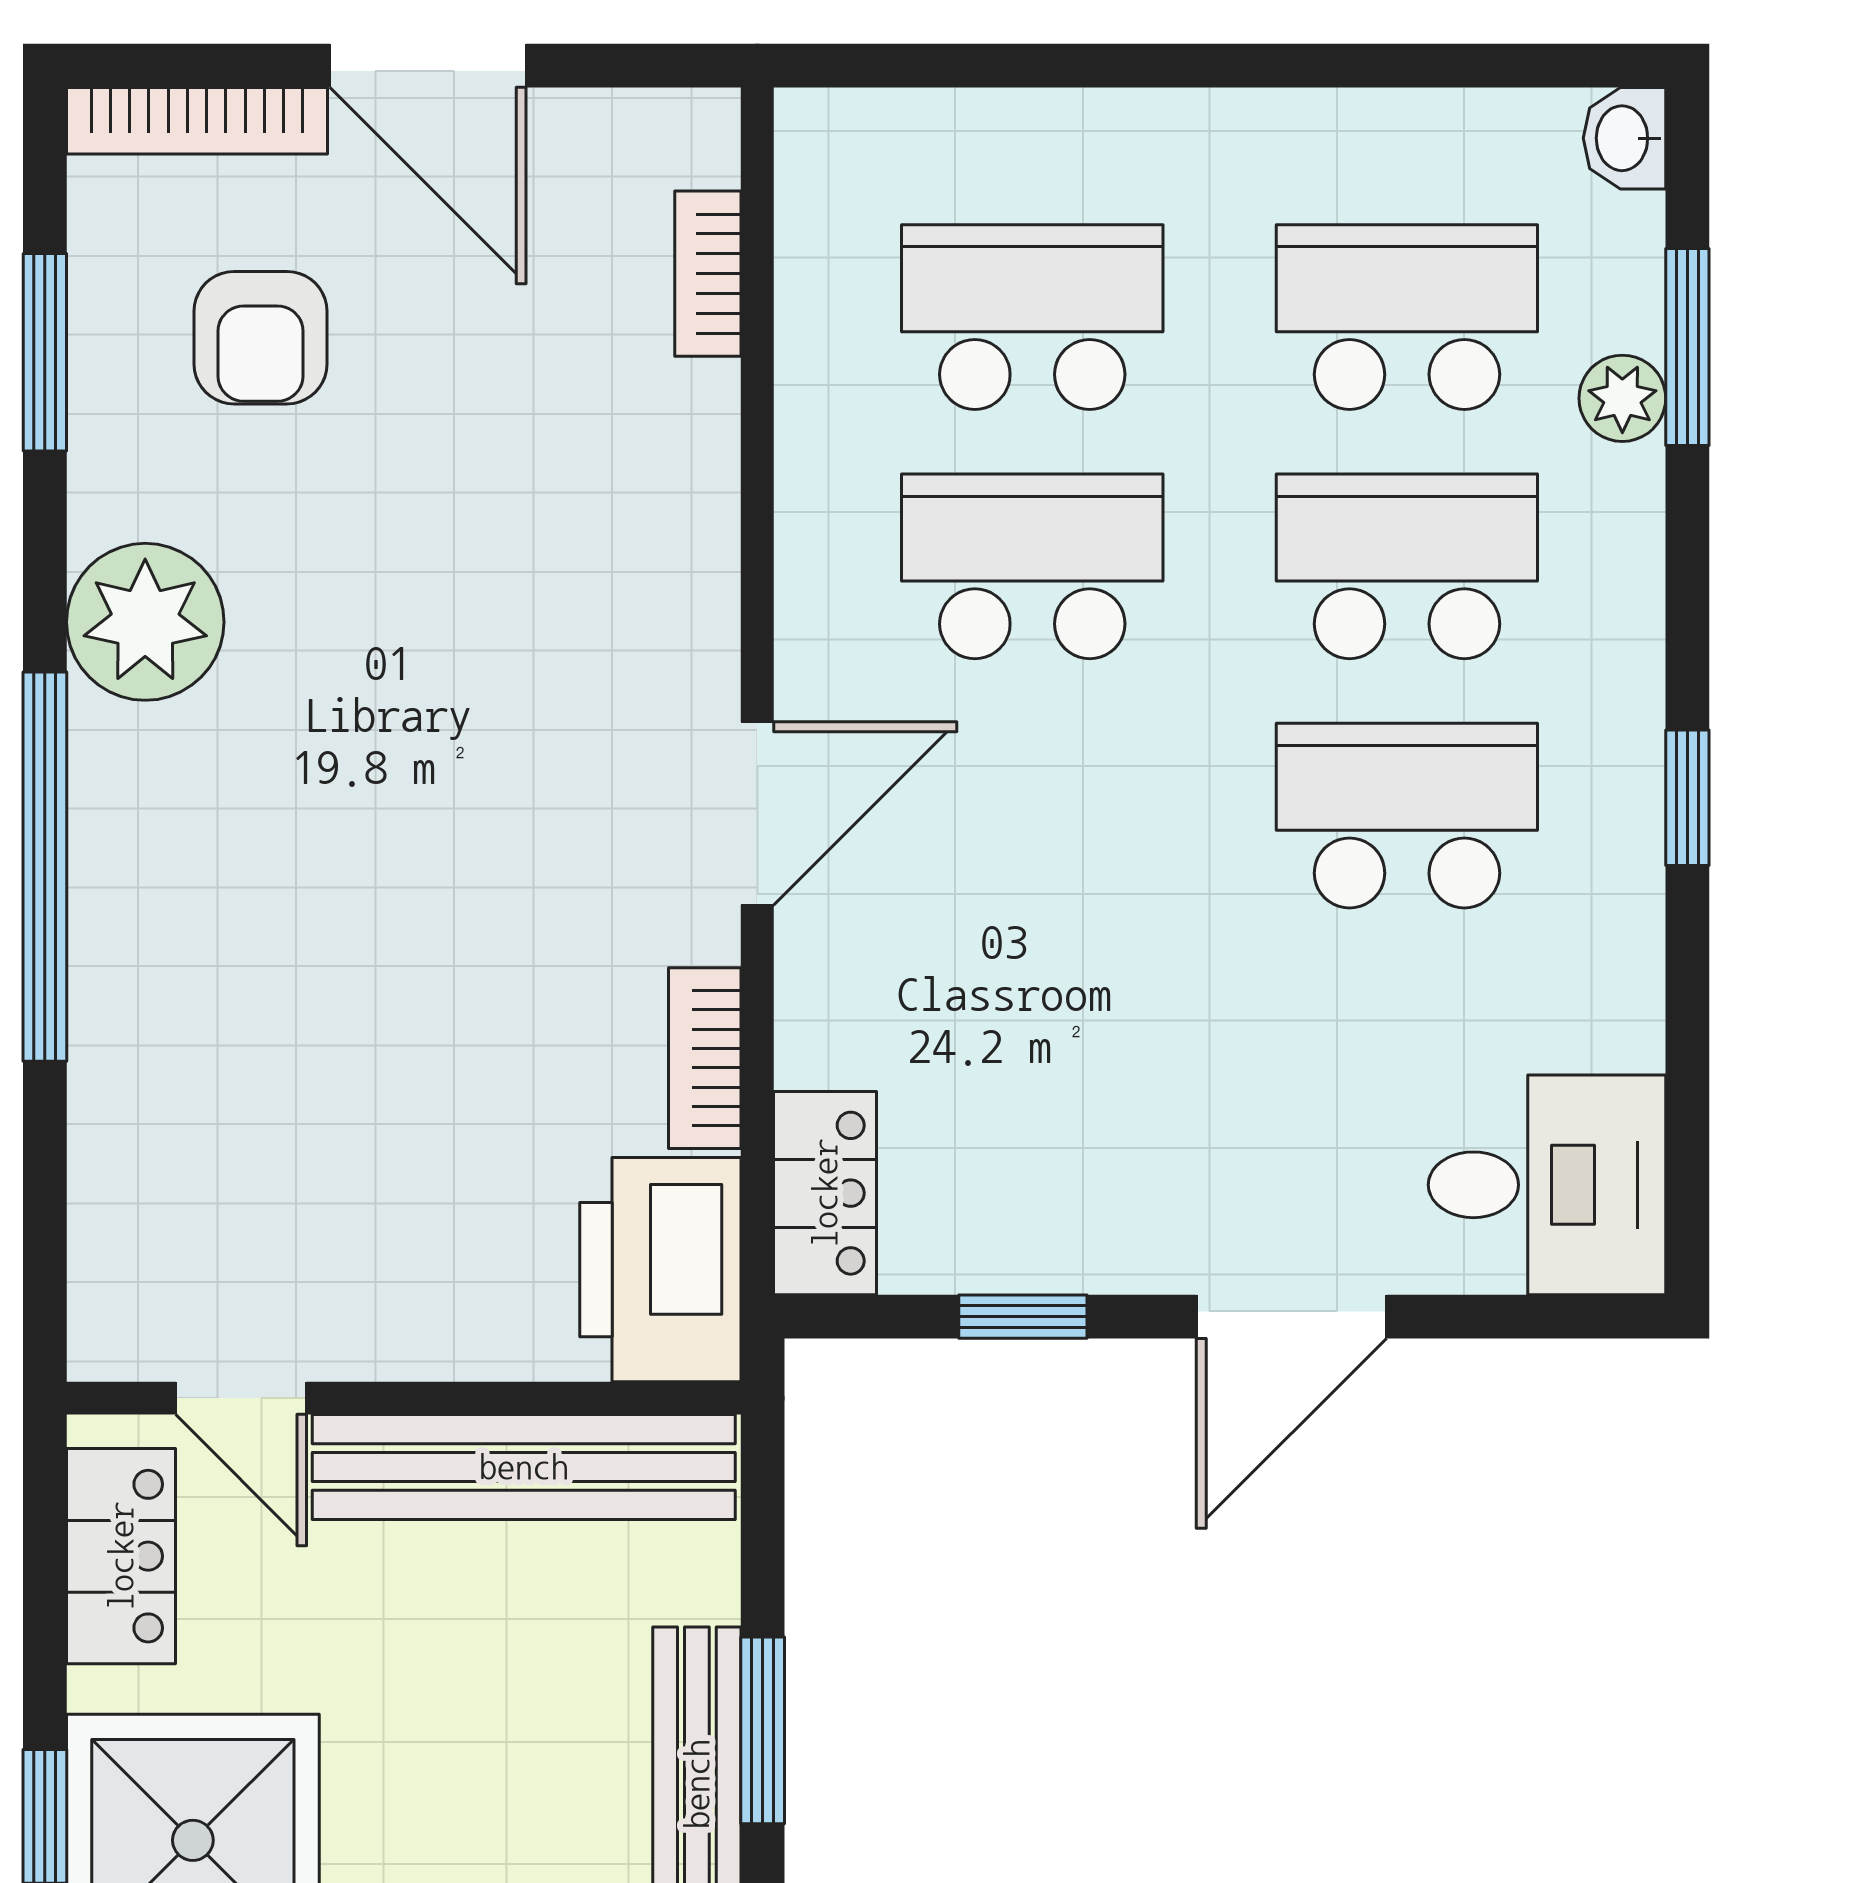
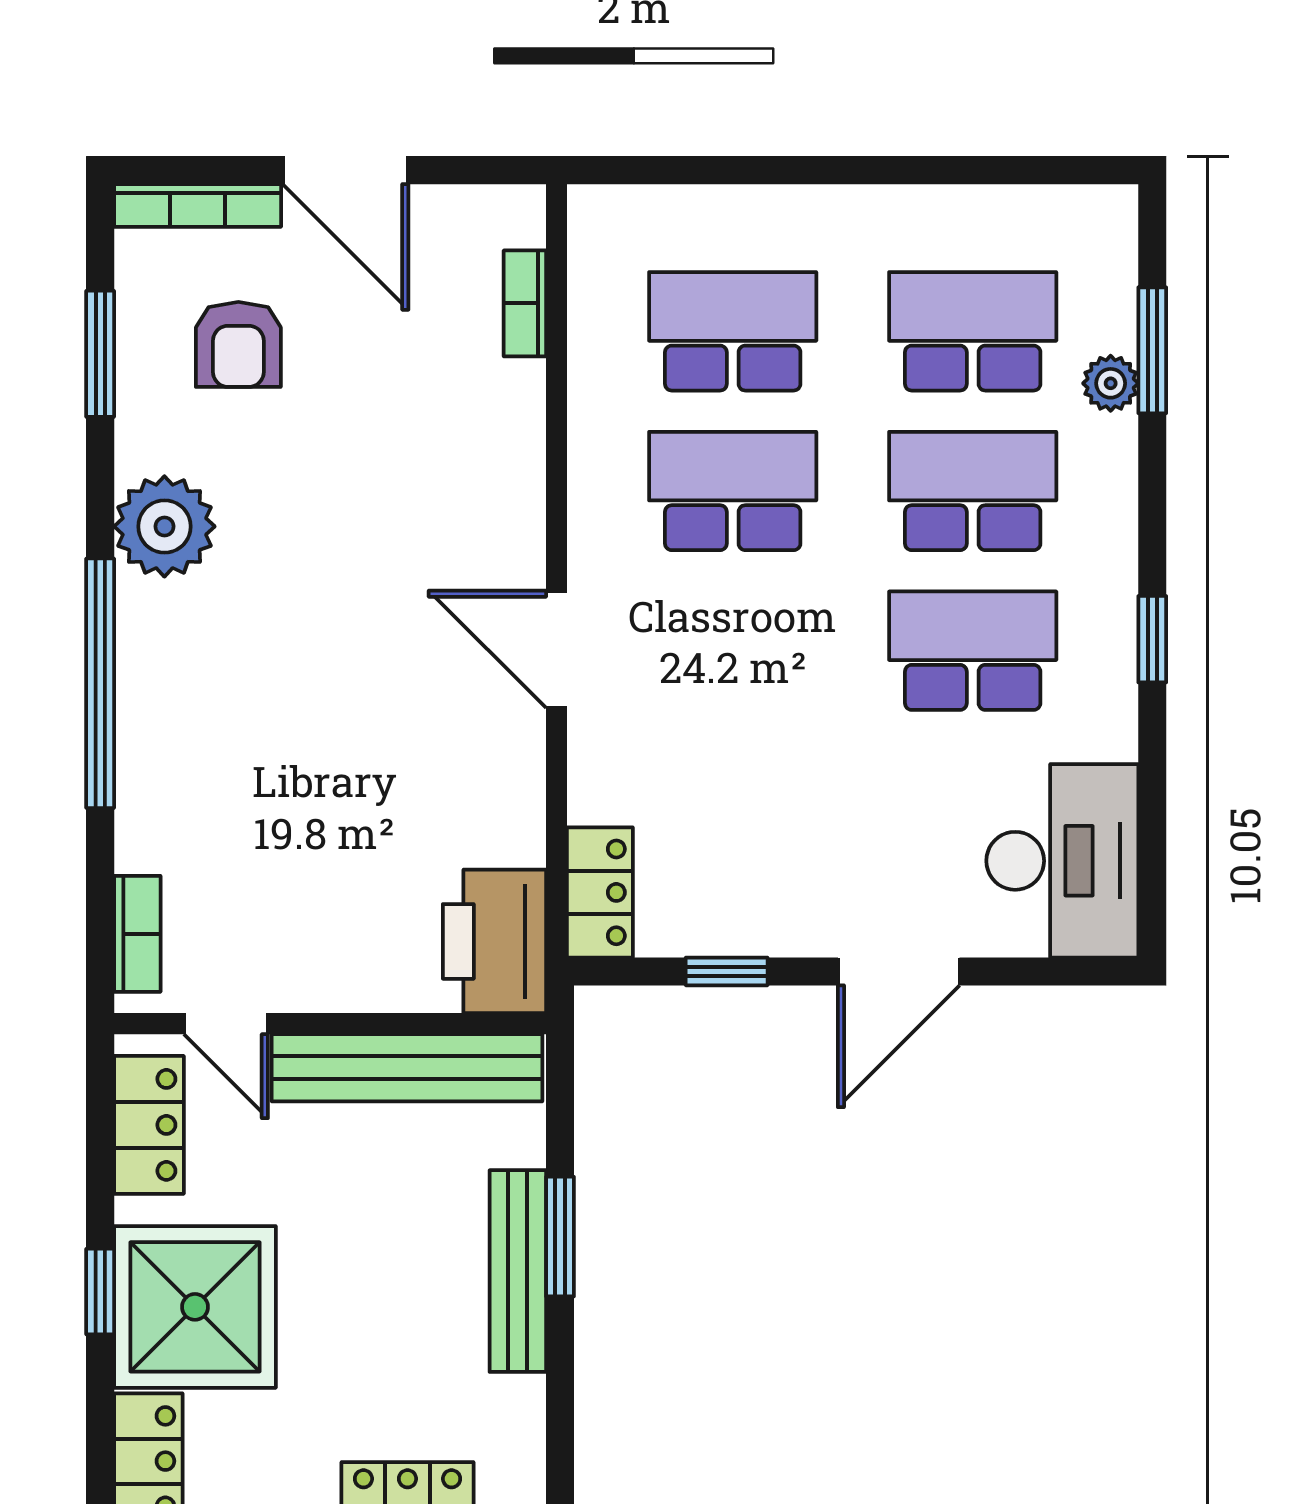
washbasin: (1624, 138) -> (1112, 217), removed
door: (757, 814) -> (557, 649), swing flipped
bookcase: (705, 1058) -> (137, 934), moved, turned 180
desk: (1547, 1185) -> (1062, 861), width x1.37

